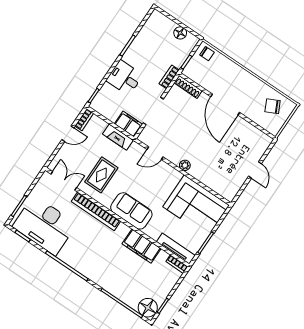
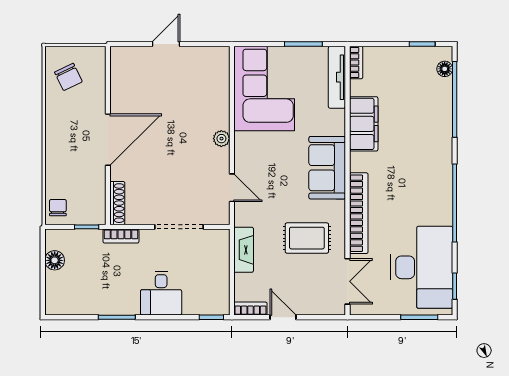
filing cabinet: (128, 124) -> (217, 248), removed
double door: (64, 181) -> (347, 281), swing flipped
floor lamp: (148, 308) -> (445, 69), width x0.53, depth x0.53

